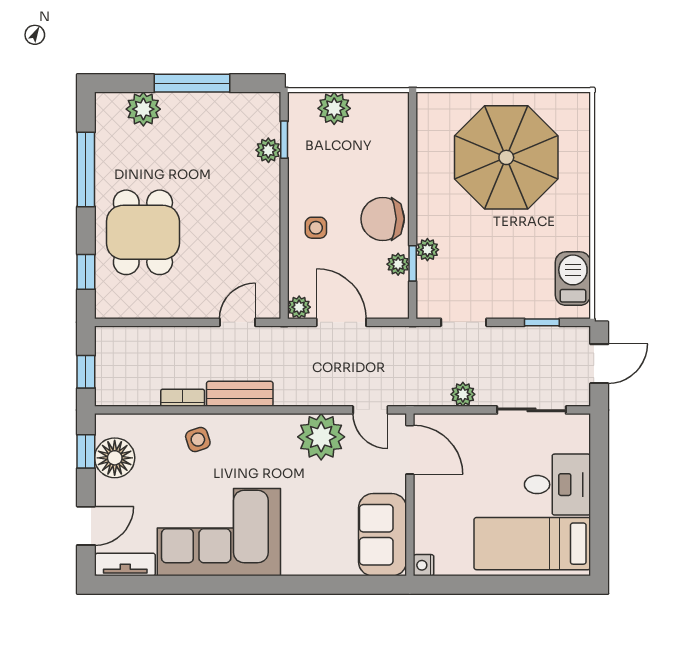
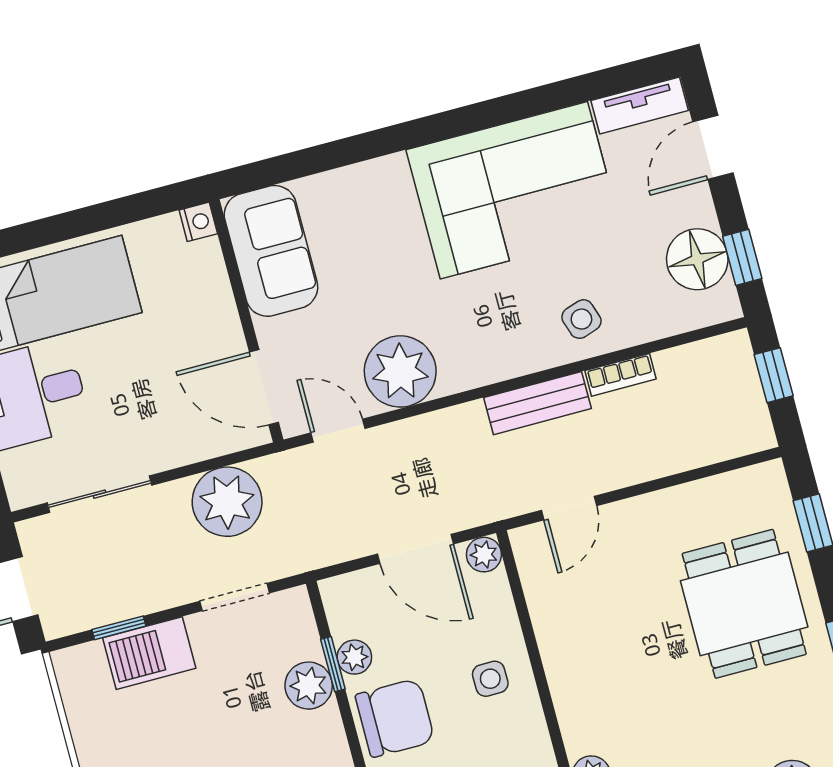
plant: (427, 250) -> (309, 686), width x1.38, depth x1.38
barbecue: (573, 279) -> (149, 653), moved, turned 90
plant: (463, 394) -> (227, 502), width x1.87, depth x1.87

